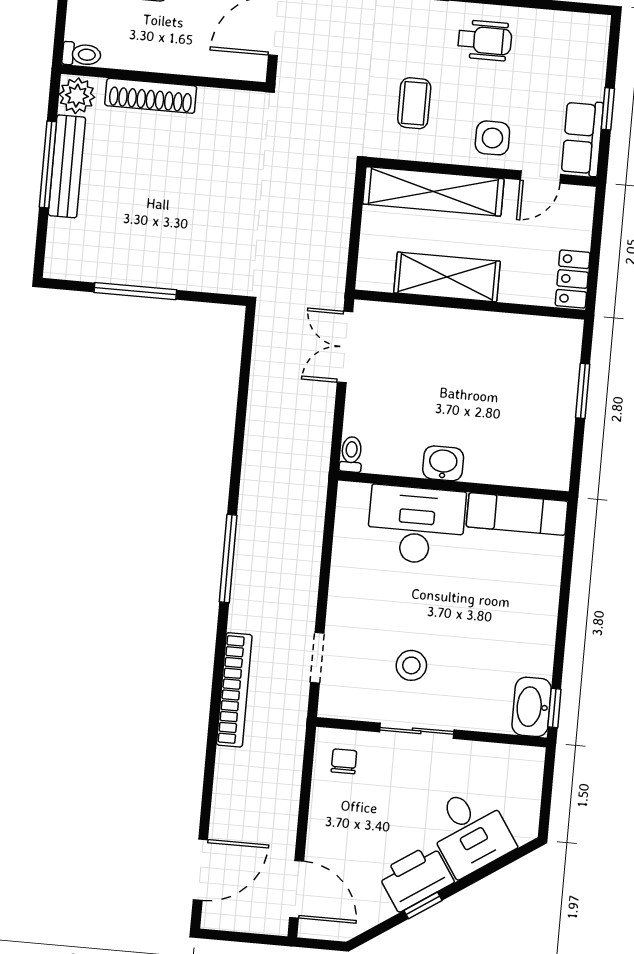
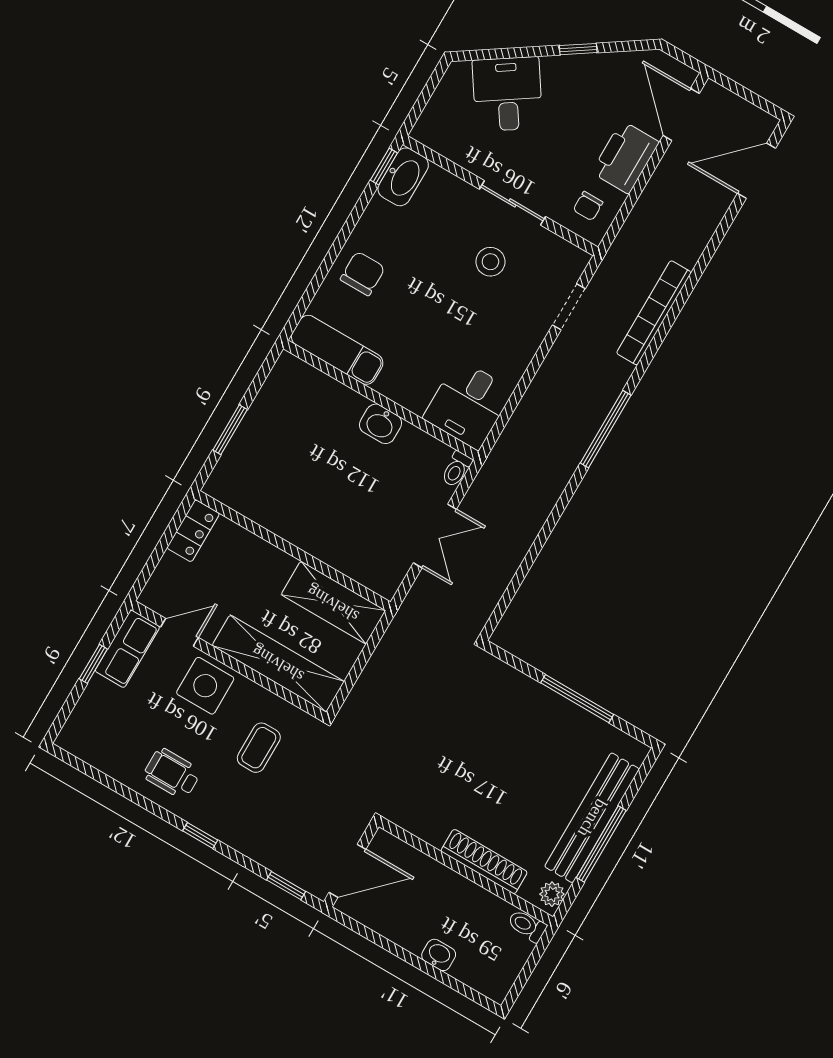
plant: (77, 96) -> (552, 894), width x0.73, depth x0.73
side table: (492, 138) -> (205, 686), width x1.37, depth x1.37
bench: (67, 166) -> (592, 818), width x1.37, depth x1.21
shelving: (447, 277) -> (333, 603), moved
double door: (345, 347) -> (435, 536), moved
desk: (416, 525) -> (468, 404), moved, width x0.73
chair: (527, 597) -> (363, 273), added
printer: (416, 878) -> (625, 157), moved, turned 124

